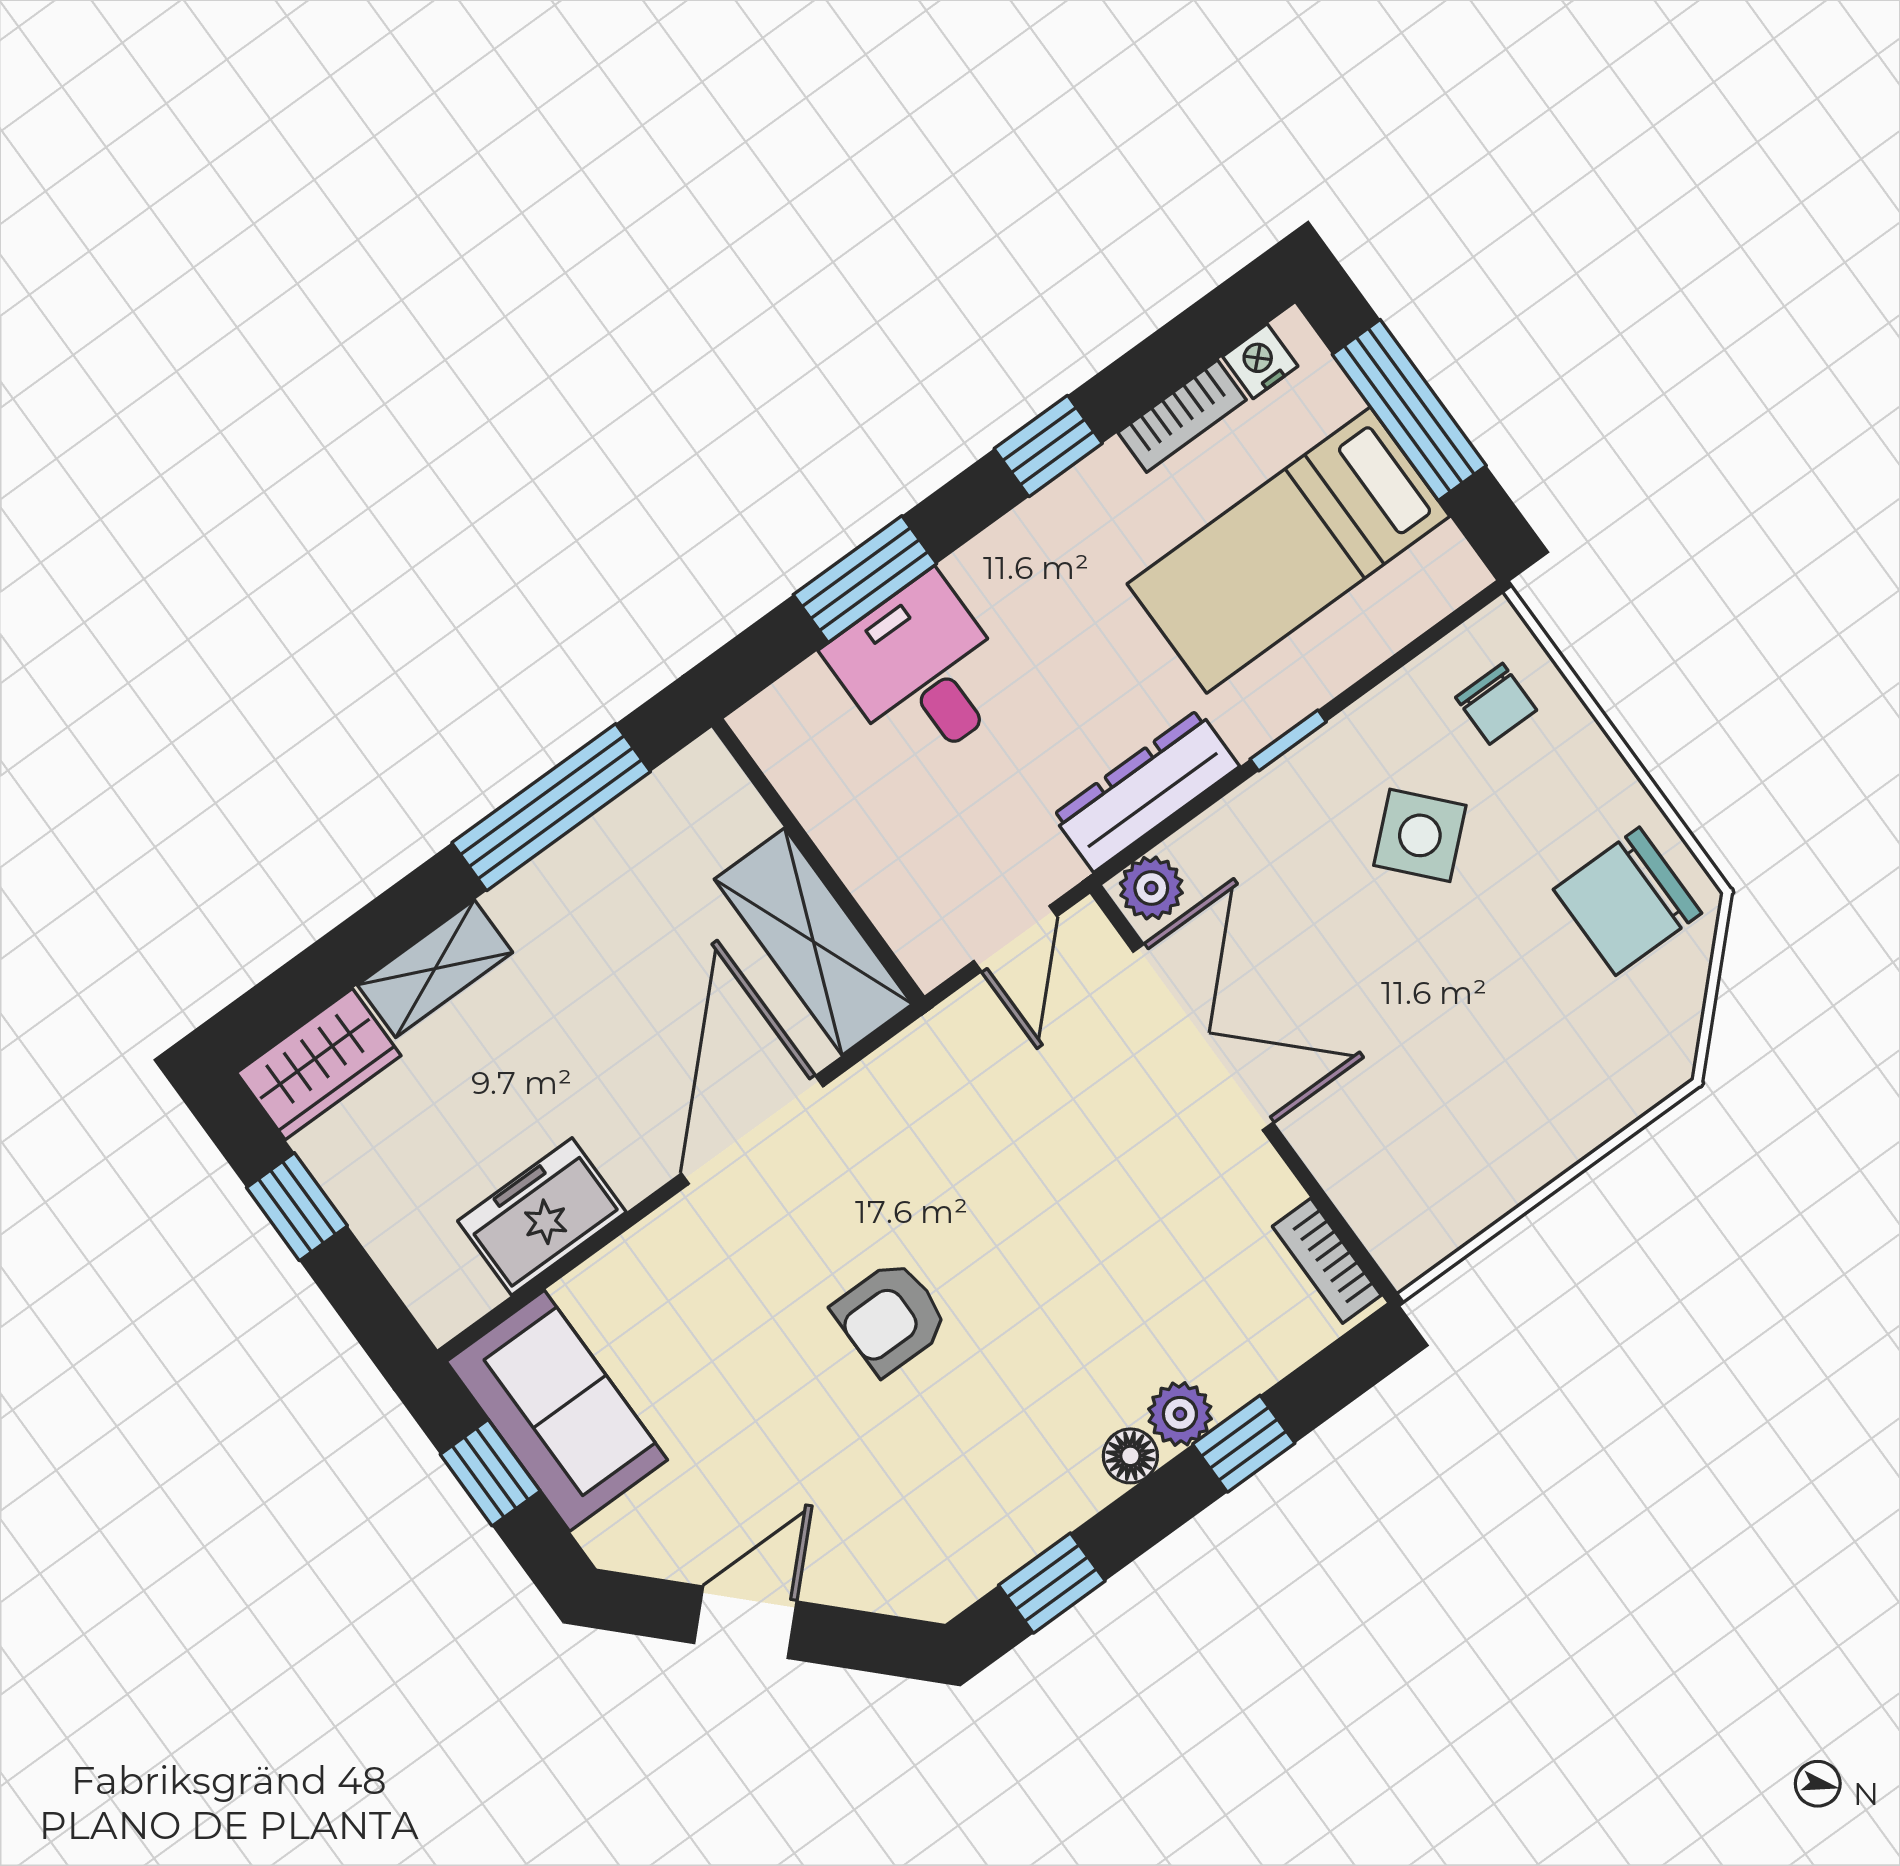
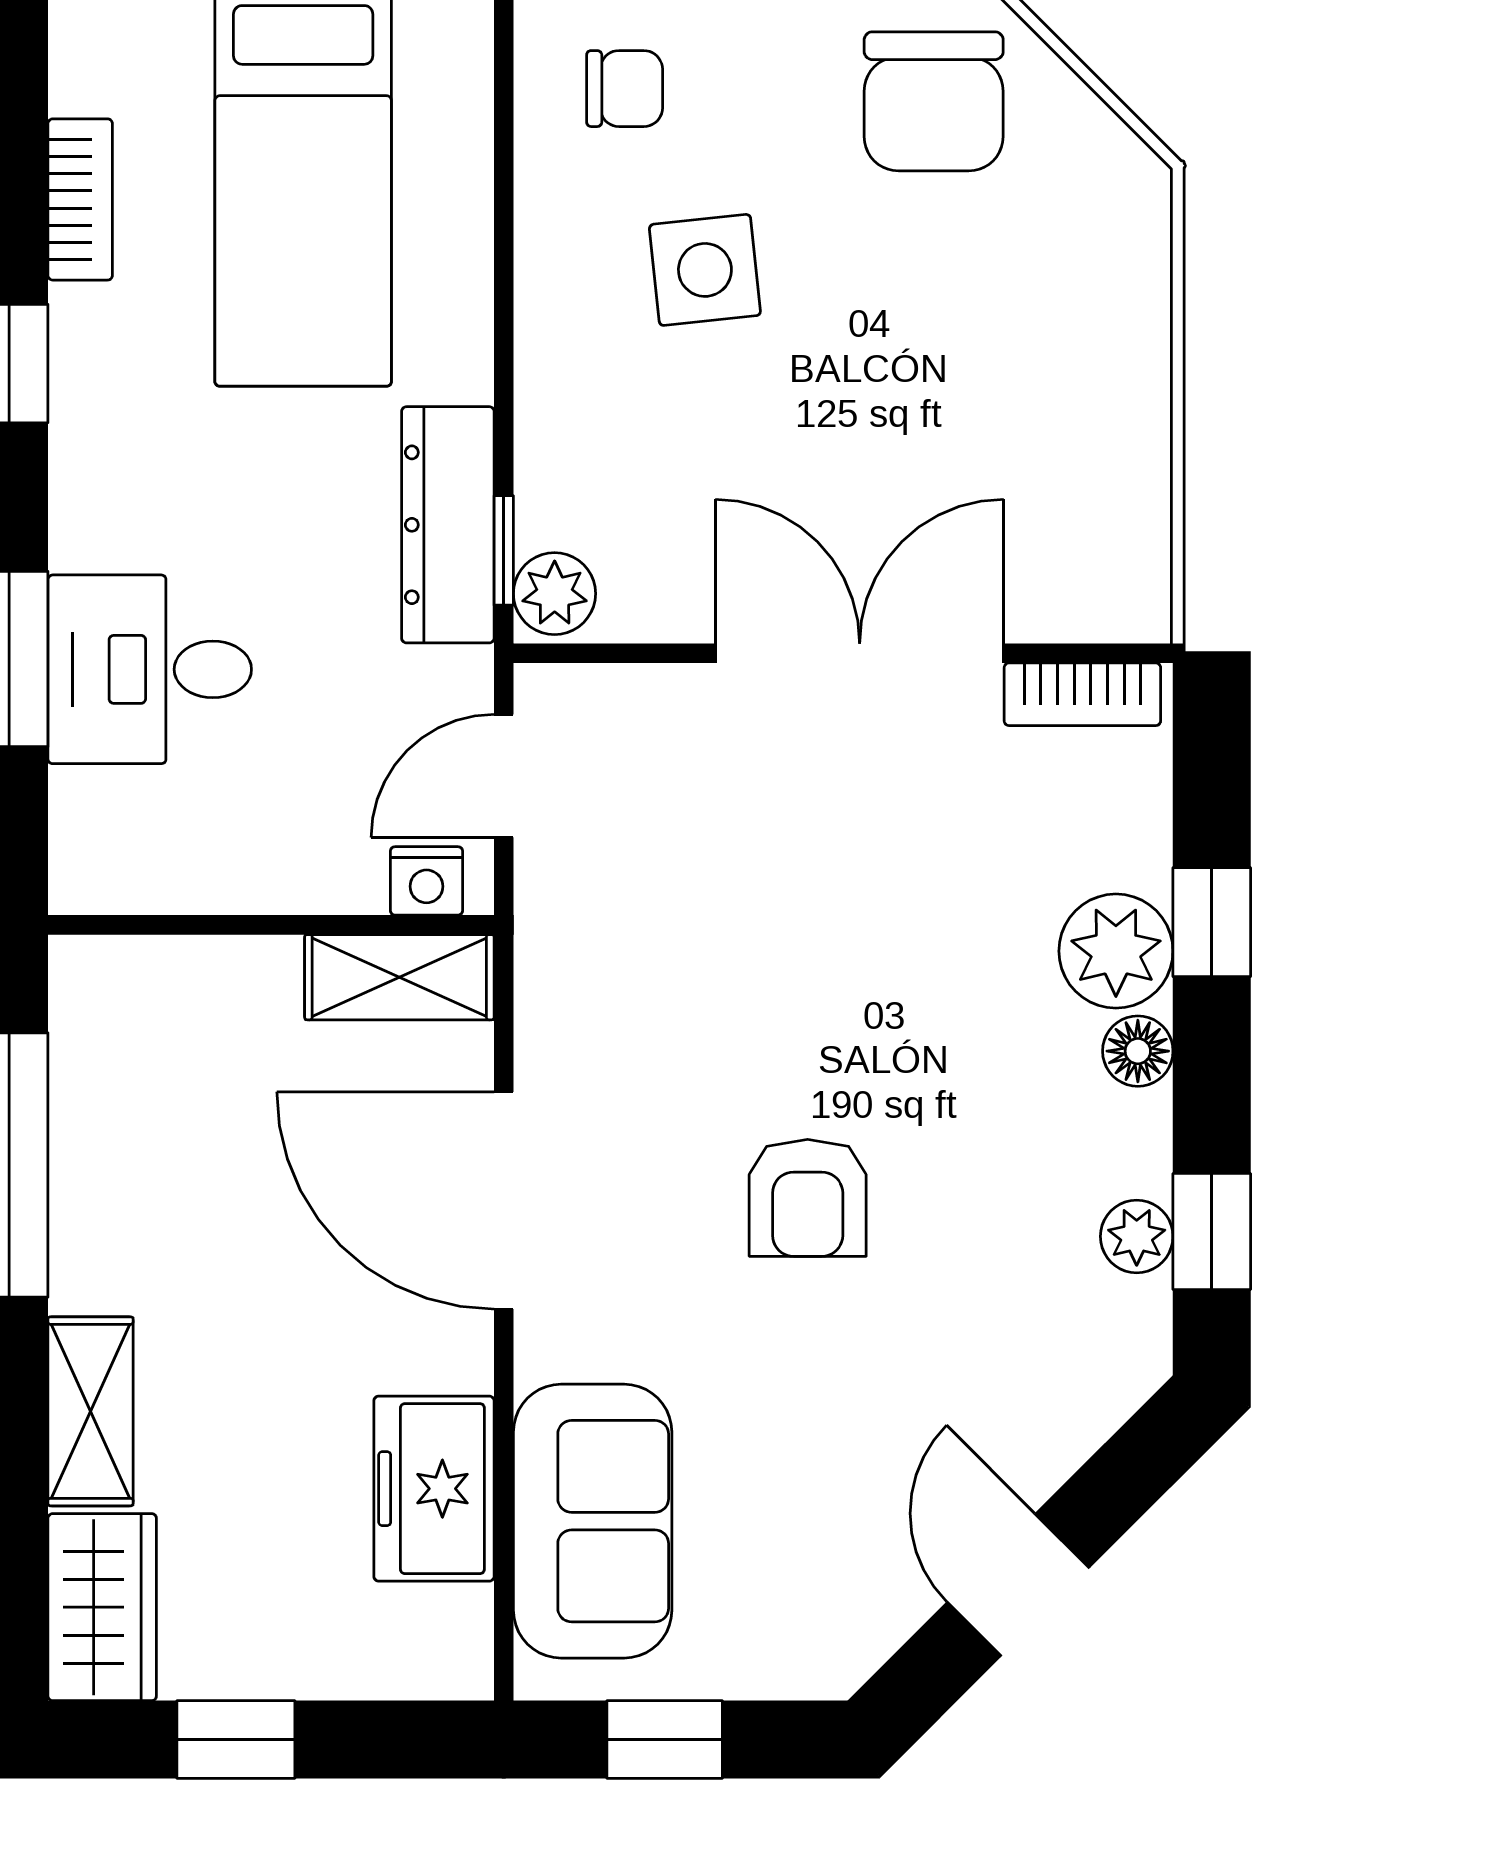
nightstand: (1260, 361) -> (426, 881), moved, turned -90
window: (1288, 740) -> (504, 550), moved
side table: (1420, 835) -> (705, 270), turned 36
door: (1015, 939) -> (504, 776), swing flipped
shelving: (813, 942) -> (399, 977), width x0.67, depth x0.75
double door: (1203, 1037) -> (860, 653), moved
sofa: (557, 1411) -> (593, 1521), moved, turned 90
plant: (1180, 1414) -> (1116, 951), width x1.38, depth x1.38
plant: (1015, 1539) -> (1137, 1236), added

